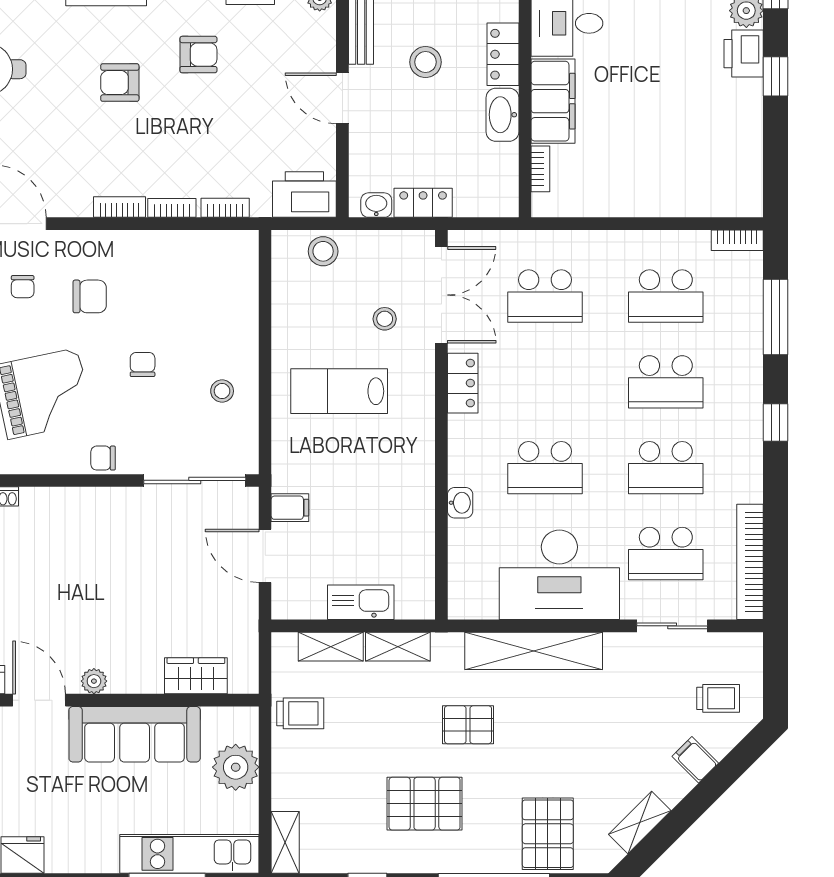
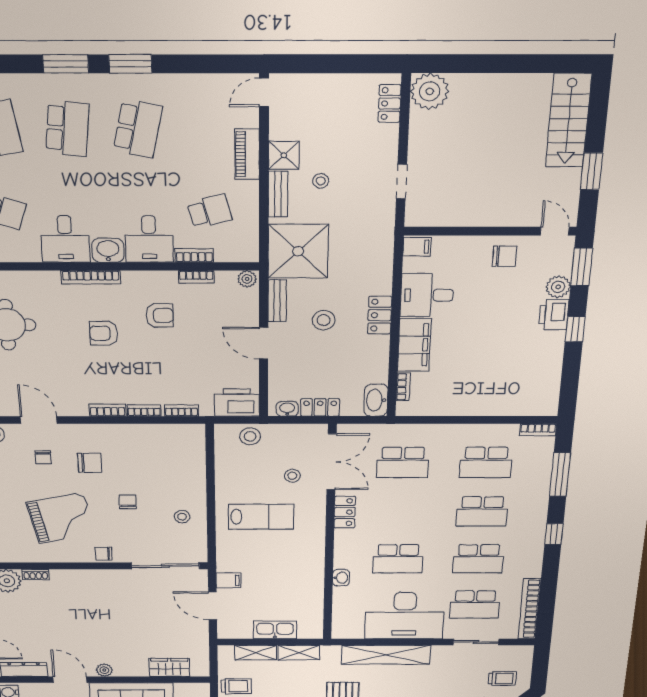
washbasin: (502, 115) -> (376, 400), moved
lab bench: (339, 391) -> (261, 517), turned 180

